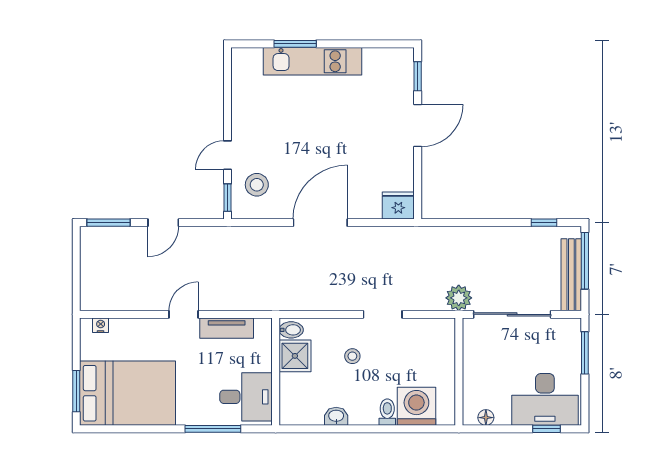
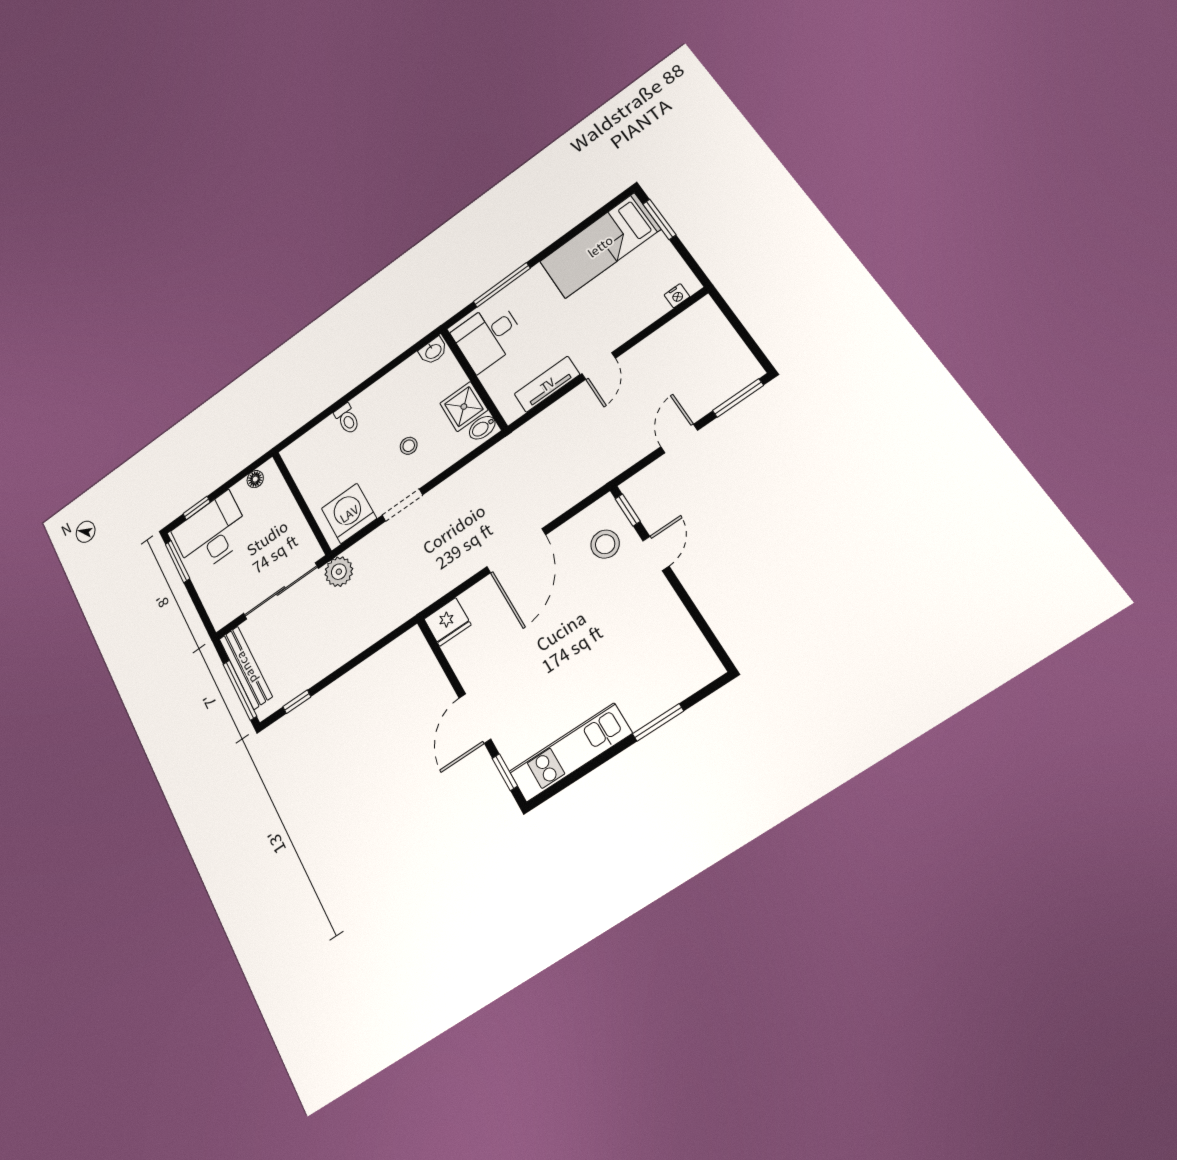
kitchen unit: (313, 61) -> (570, 753), moved
window: (585, 353) -> (177, 561), moved
bed: (127, 393) -> (600, 246), width x0.67
washing machine: (416, 406) -> (349, 513), moved, turned 180
washbasin: (336, 416) -> (433, 351), moved

